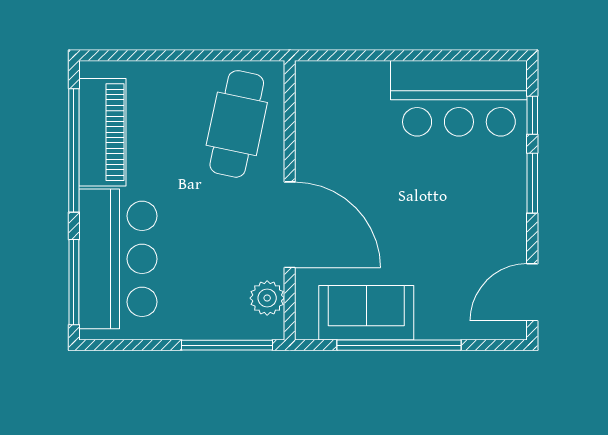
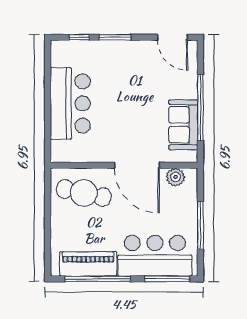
bar counter: (459, 98) -> (70, 103), moved
door: (290, 225) -> (137, 165), swing flipped
window: (227, 345) -> (200, 225), moved

